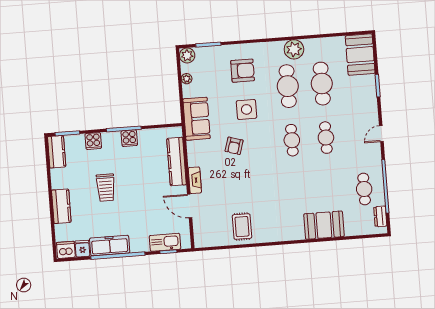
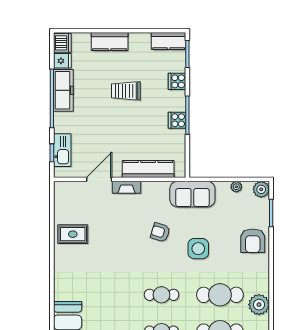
armchair: (243, 71) -> (253, 241), moved

